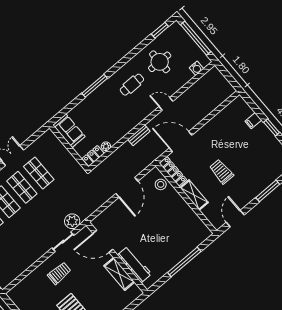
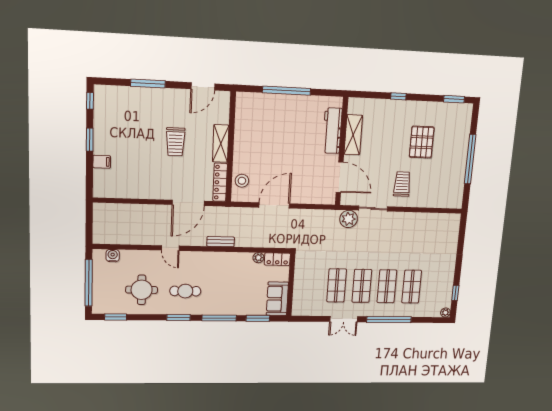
window: (120, 64) -> (179, 318), added
window: (69, 107) -> (258, 318), added
door: (181, 142) -> (188, 203), hinge flipped
trolley: (59, 273) -> (402, 184), turned 90

